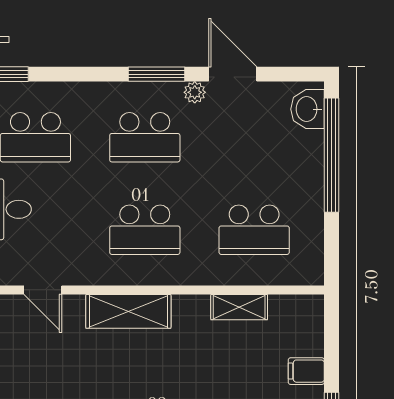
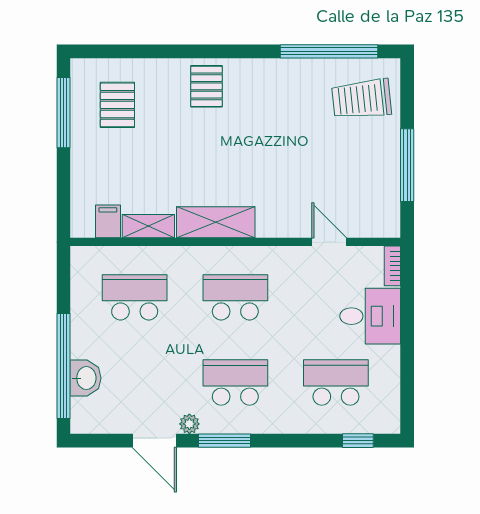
washbasin: (308, 109) -> (85, 378), moved
shelving: (128, 311) -> (216, 222), moved
filing cabinet: (306, 371) -> (108, 221), moved, turned -90

